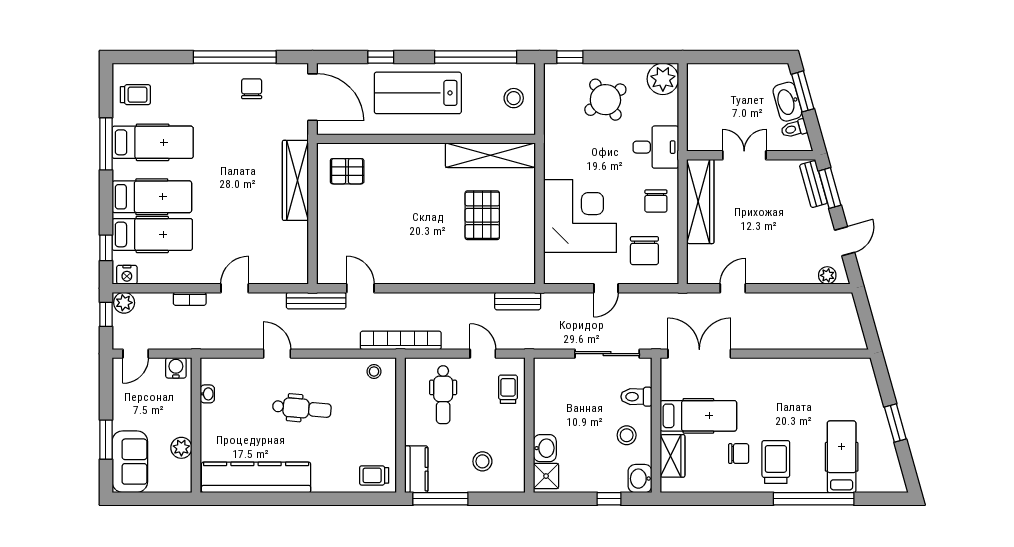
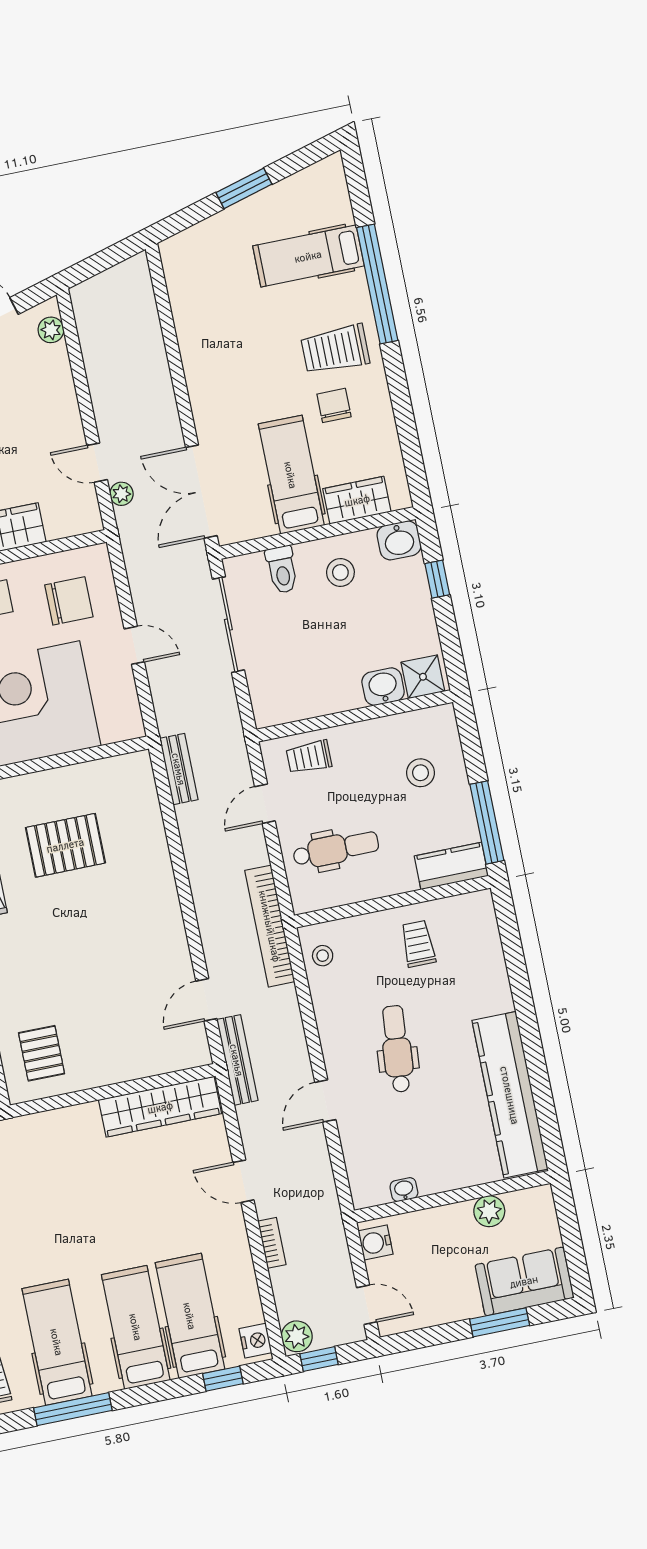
wardrobe: (295, 180) -> (160, 1107), moved
plant: (709, 300) -> (122, 494), added
trolley: (374, 475) -> (418, 944), moved, turned 180

